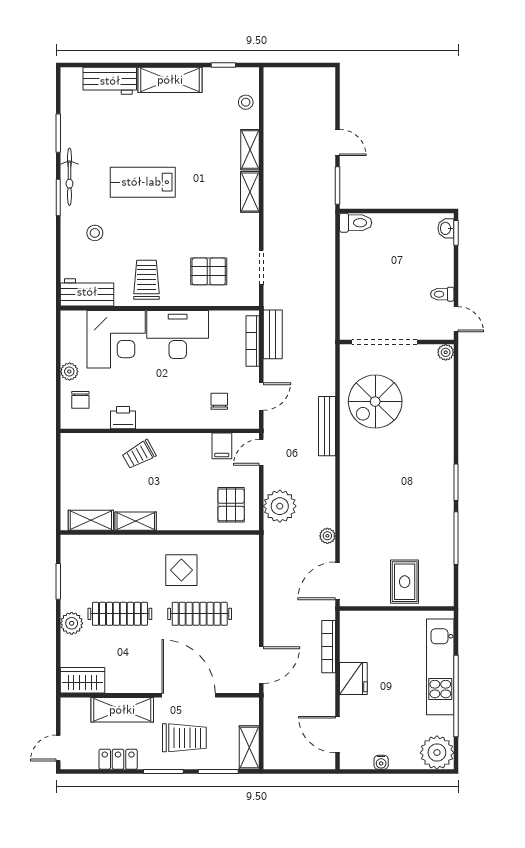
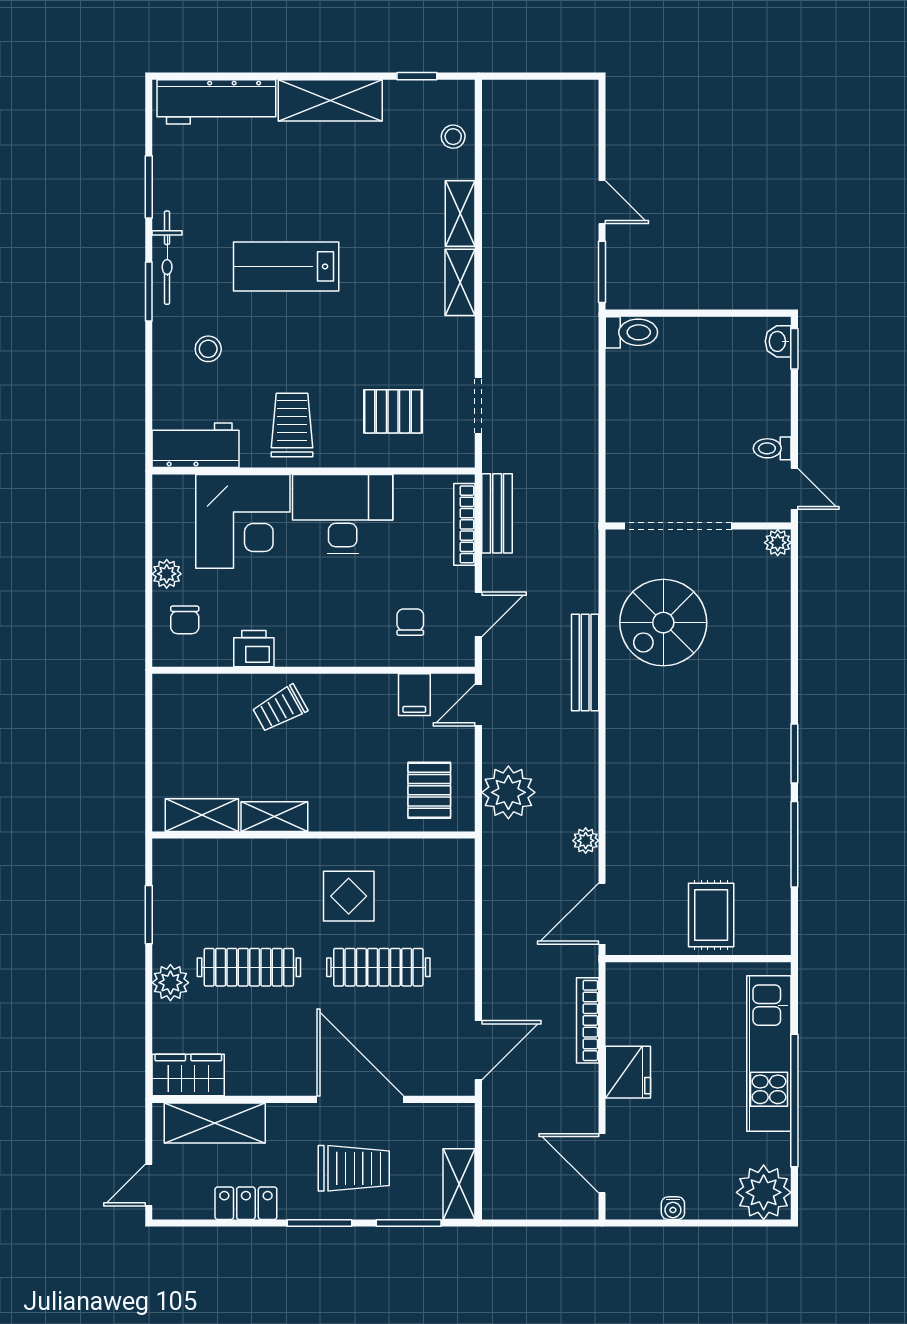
workbench: (110, 81) -> (216, 102), width x1.37
shelving: (122, 710) -> (215, 1123), moved

